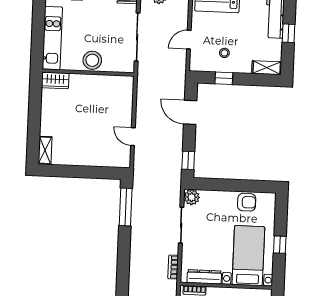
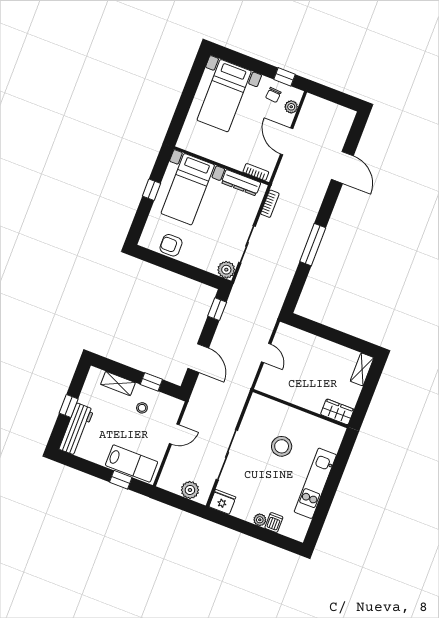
shelving: (267, 68) -> (118, 383), moved
wall: (88, 73) -> (300, 409), moved
wardrobe: (55, 80) -> (337, 412), moved
window: (126, 207) -> (313, 245), moved

